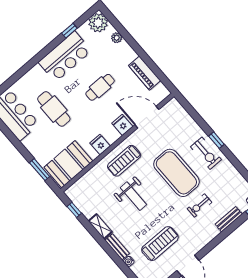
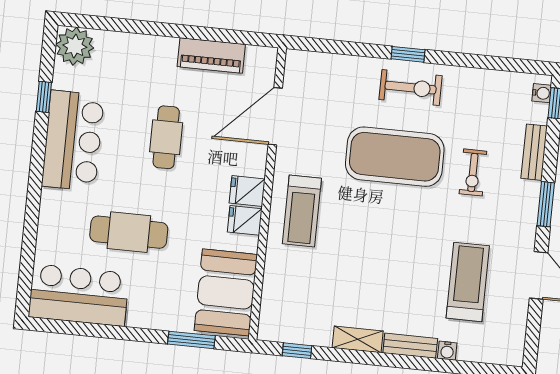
plant: (117, 38) -> (122, 42), removed
fridge: (122, 125) -> (247, 191), moved
weight bench: (133, 196) -> (364, 250), removed
window: (215, 242) -> (546, 204), added

